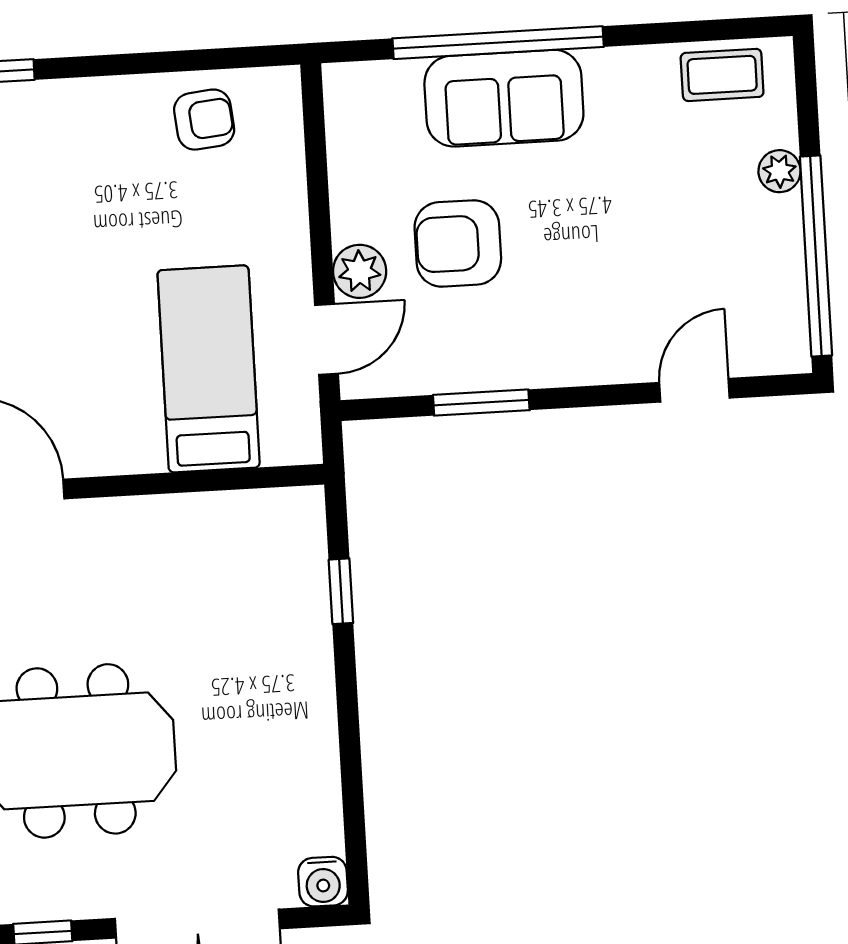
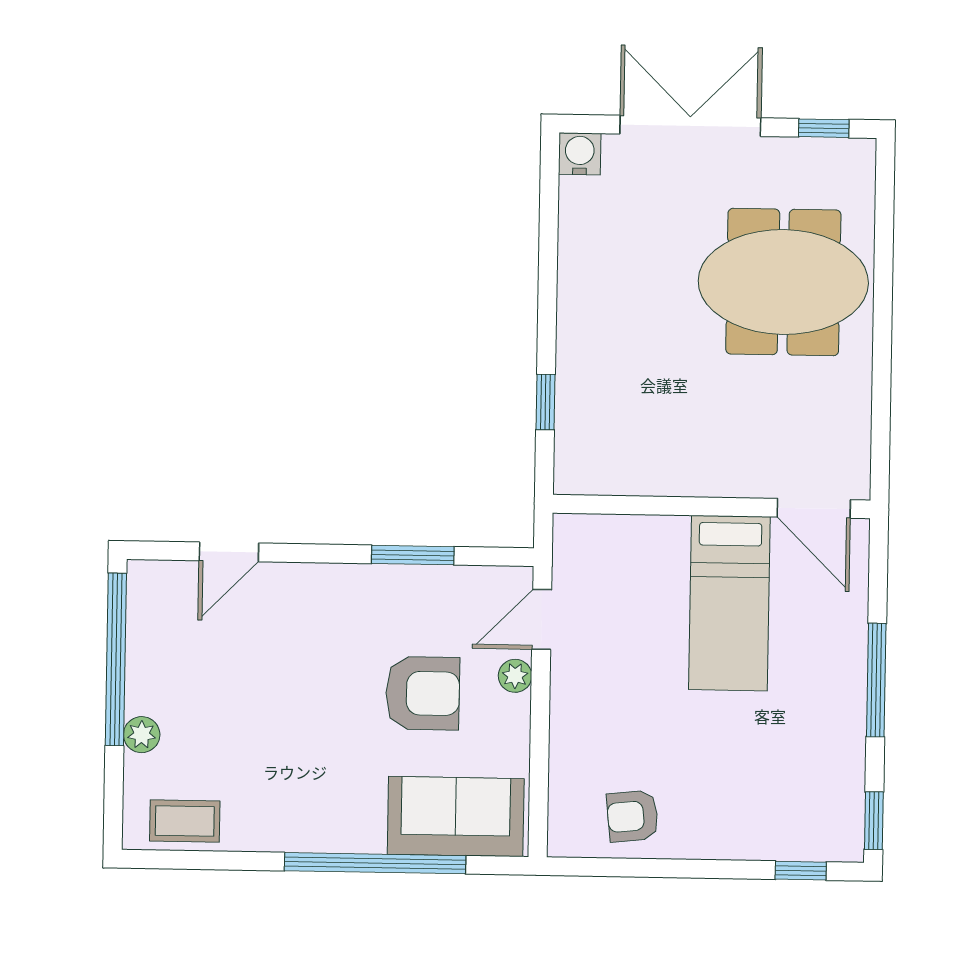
sofa: (504, 98) -> (456, 817), moved
plant: (360, 271) -> (515, 676), width x0.73, depth x0.73
bed: (209, 369) -> (729, 603), moved

